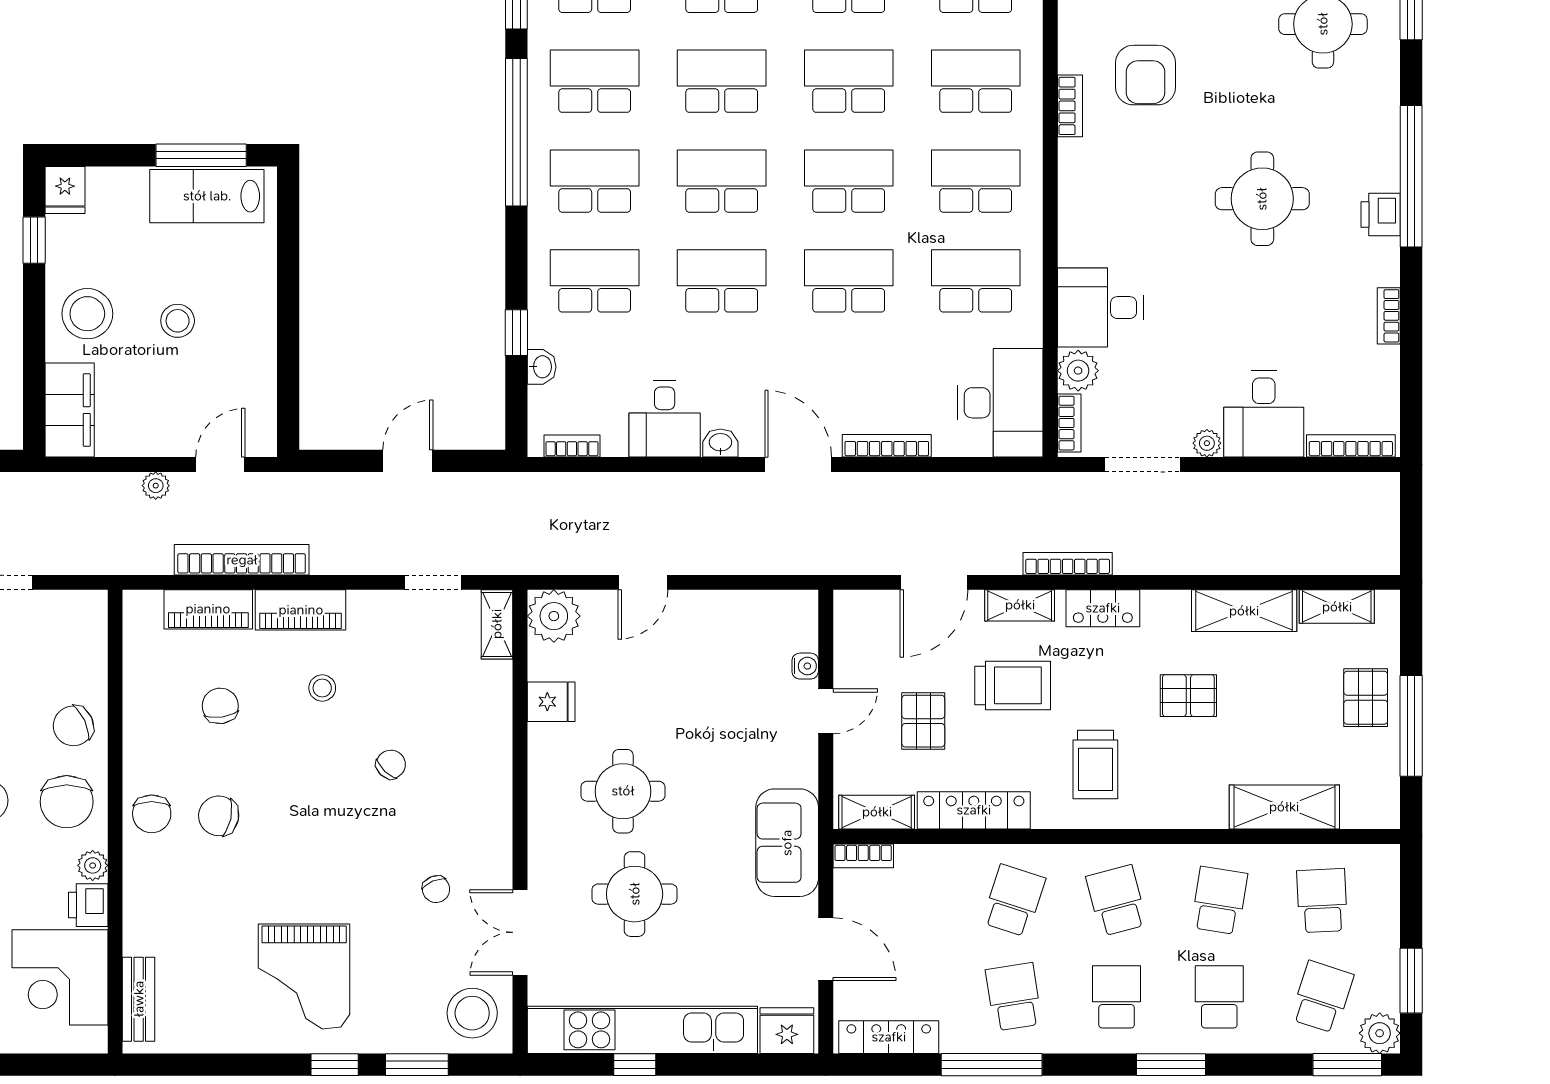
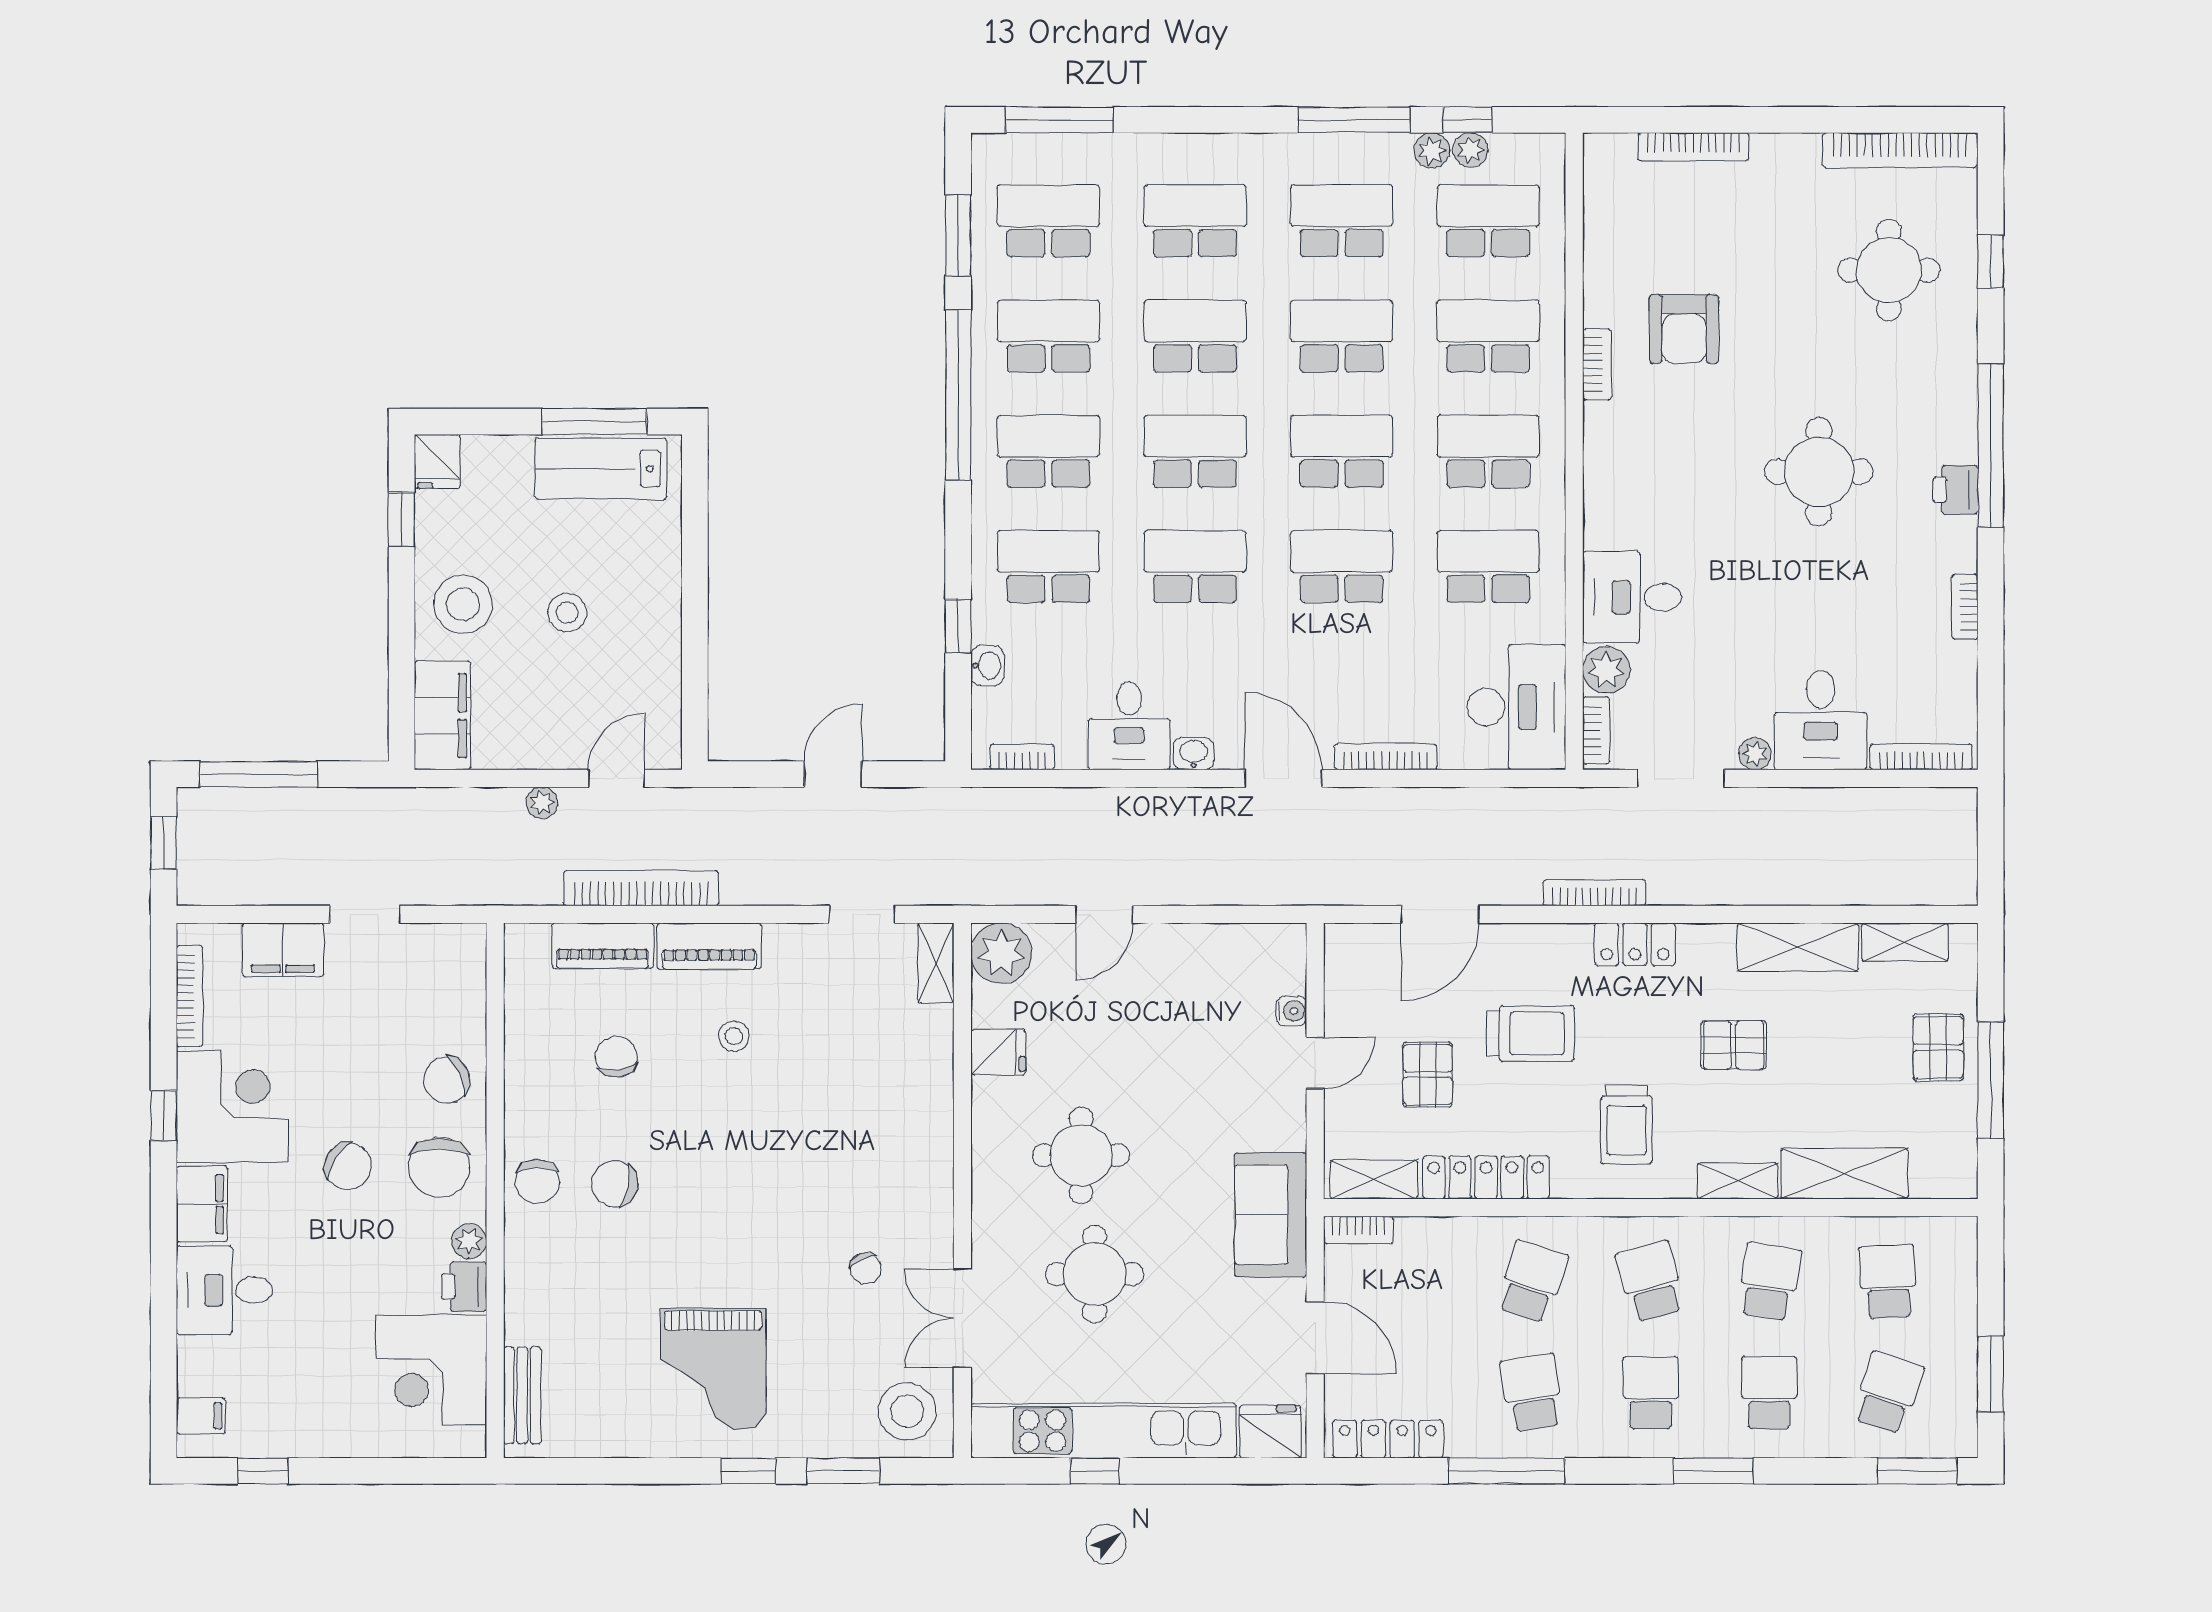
shelving: (1020, 605) -> (1737, 1181), moved
chair: (391, 764) -> (813, 1124), removed
plant: (1380, 1033) -> (1954, 1435), removed

